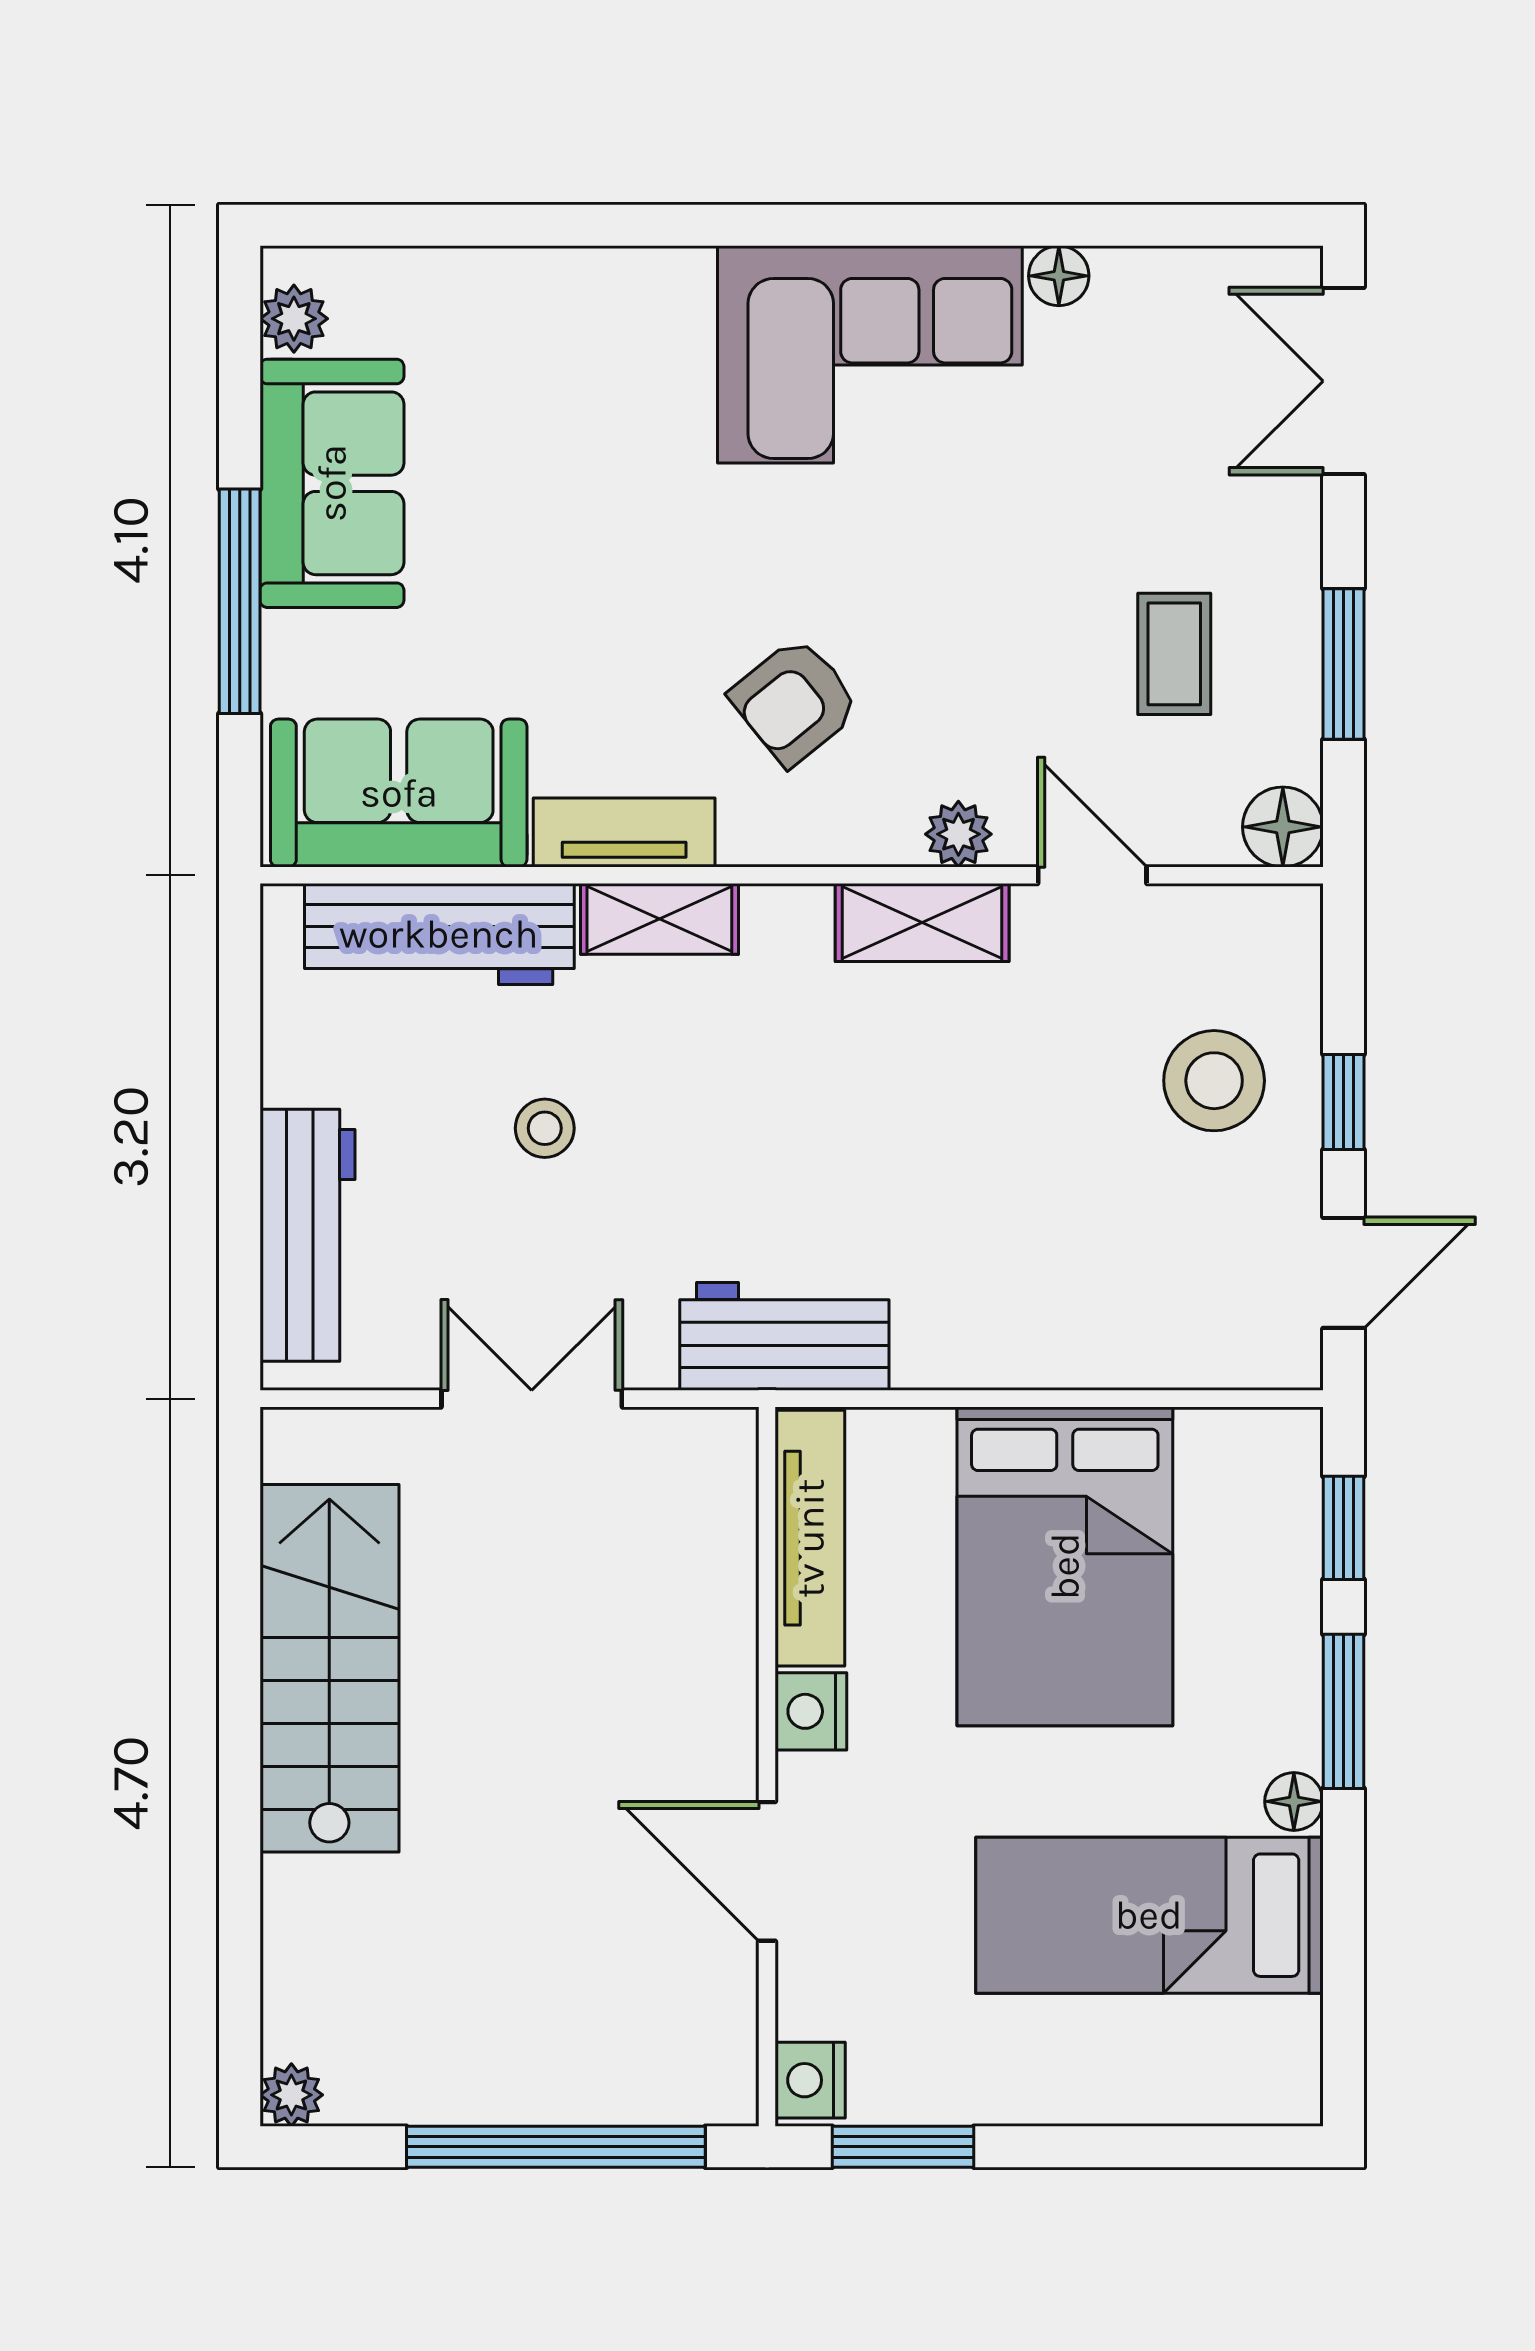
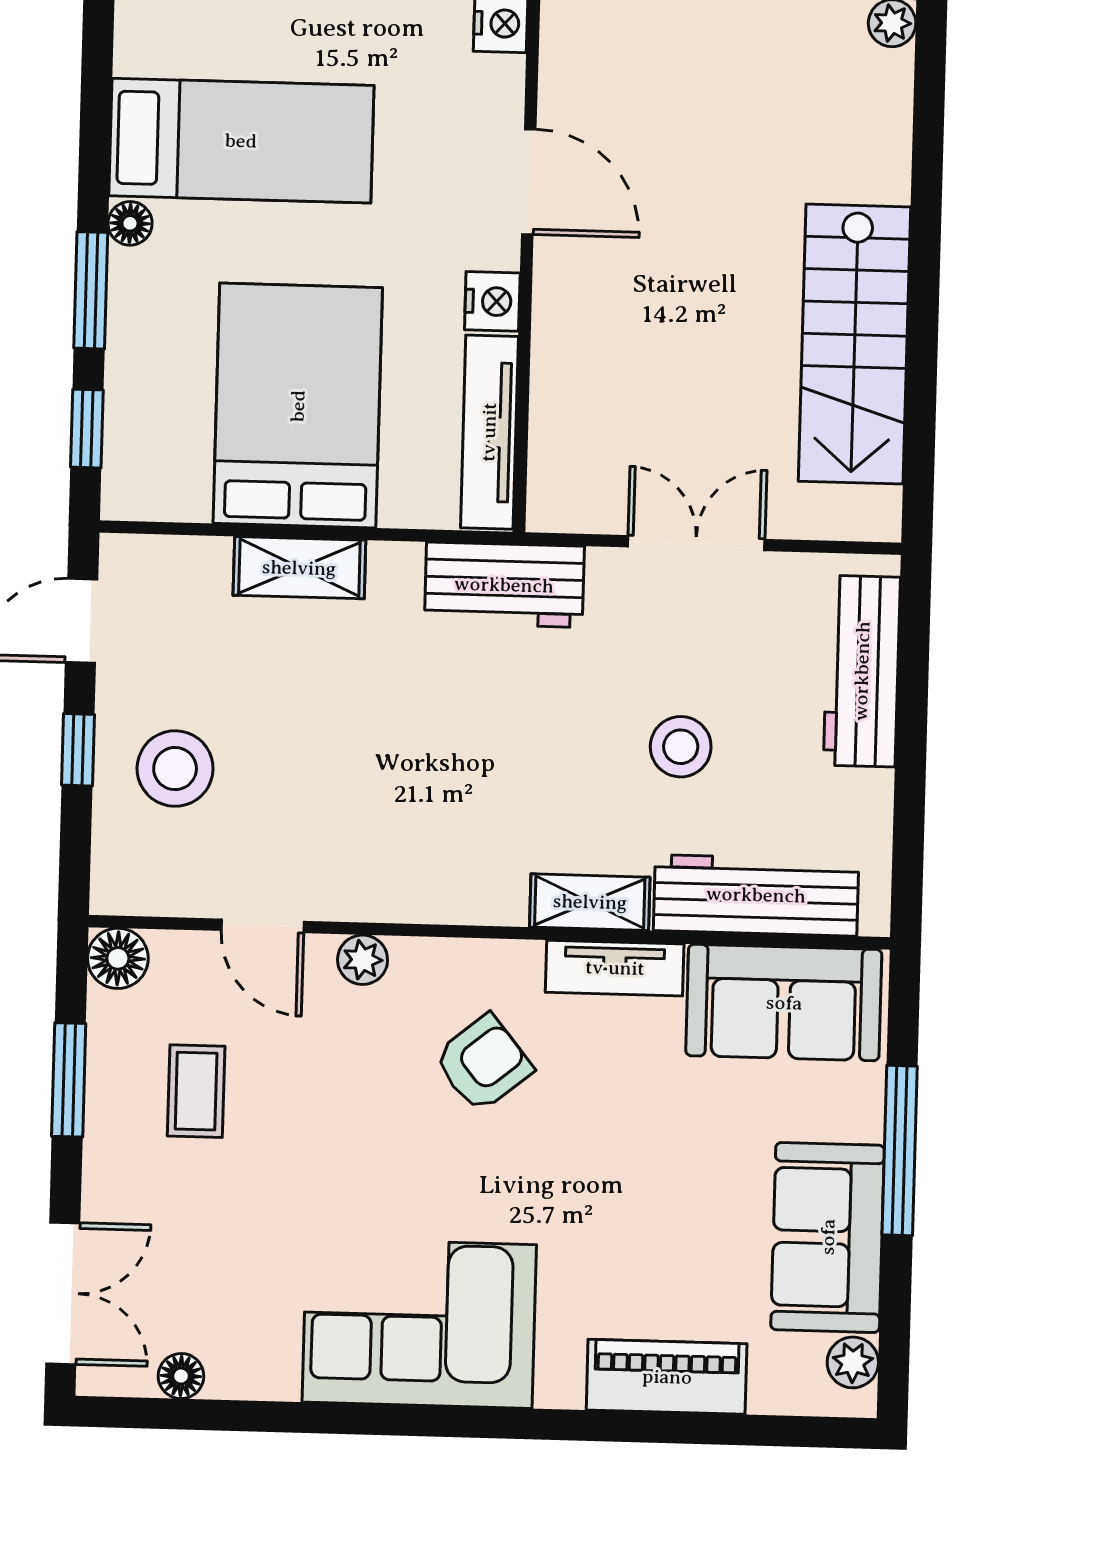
floor lamp: (1059, 276) -> (181, 1376), moved
piano: (540, 293) -> (667, 1377), added
shelving: (922, 923) -> (299, 568), moved
stool: (545, 1128) -> (681, 747), width x1.37, depth x1.37
double door: (532, 1399) -> (696, 543), swing flipped

